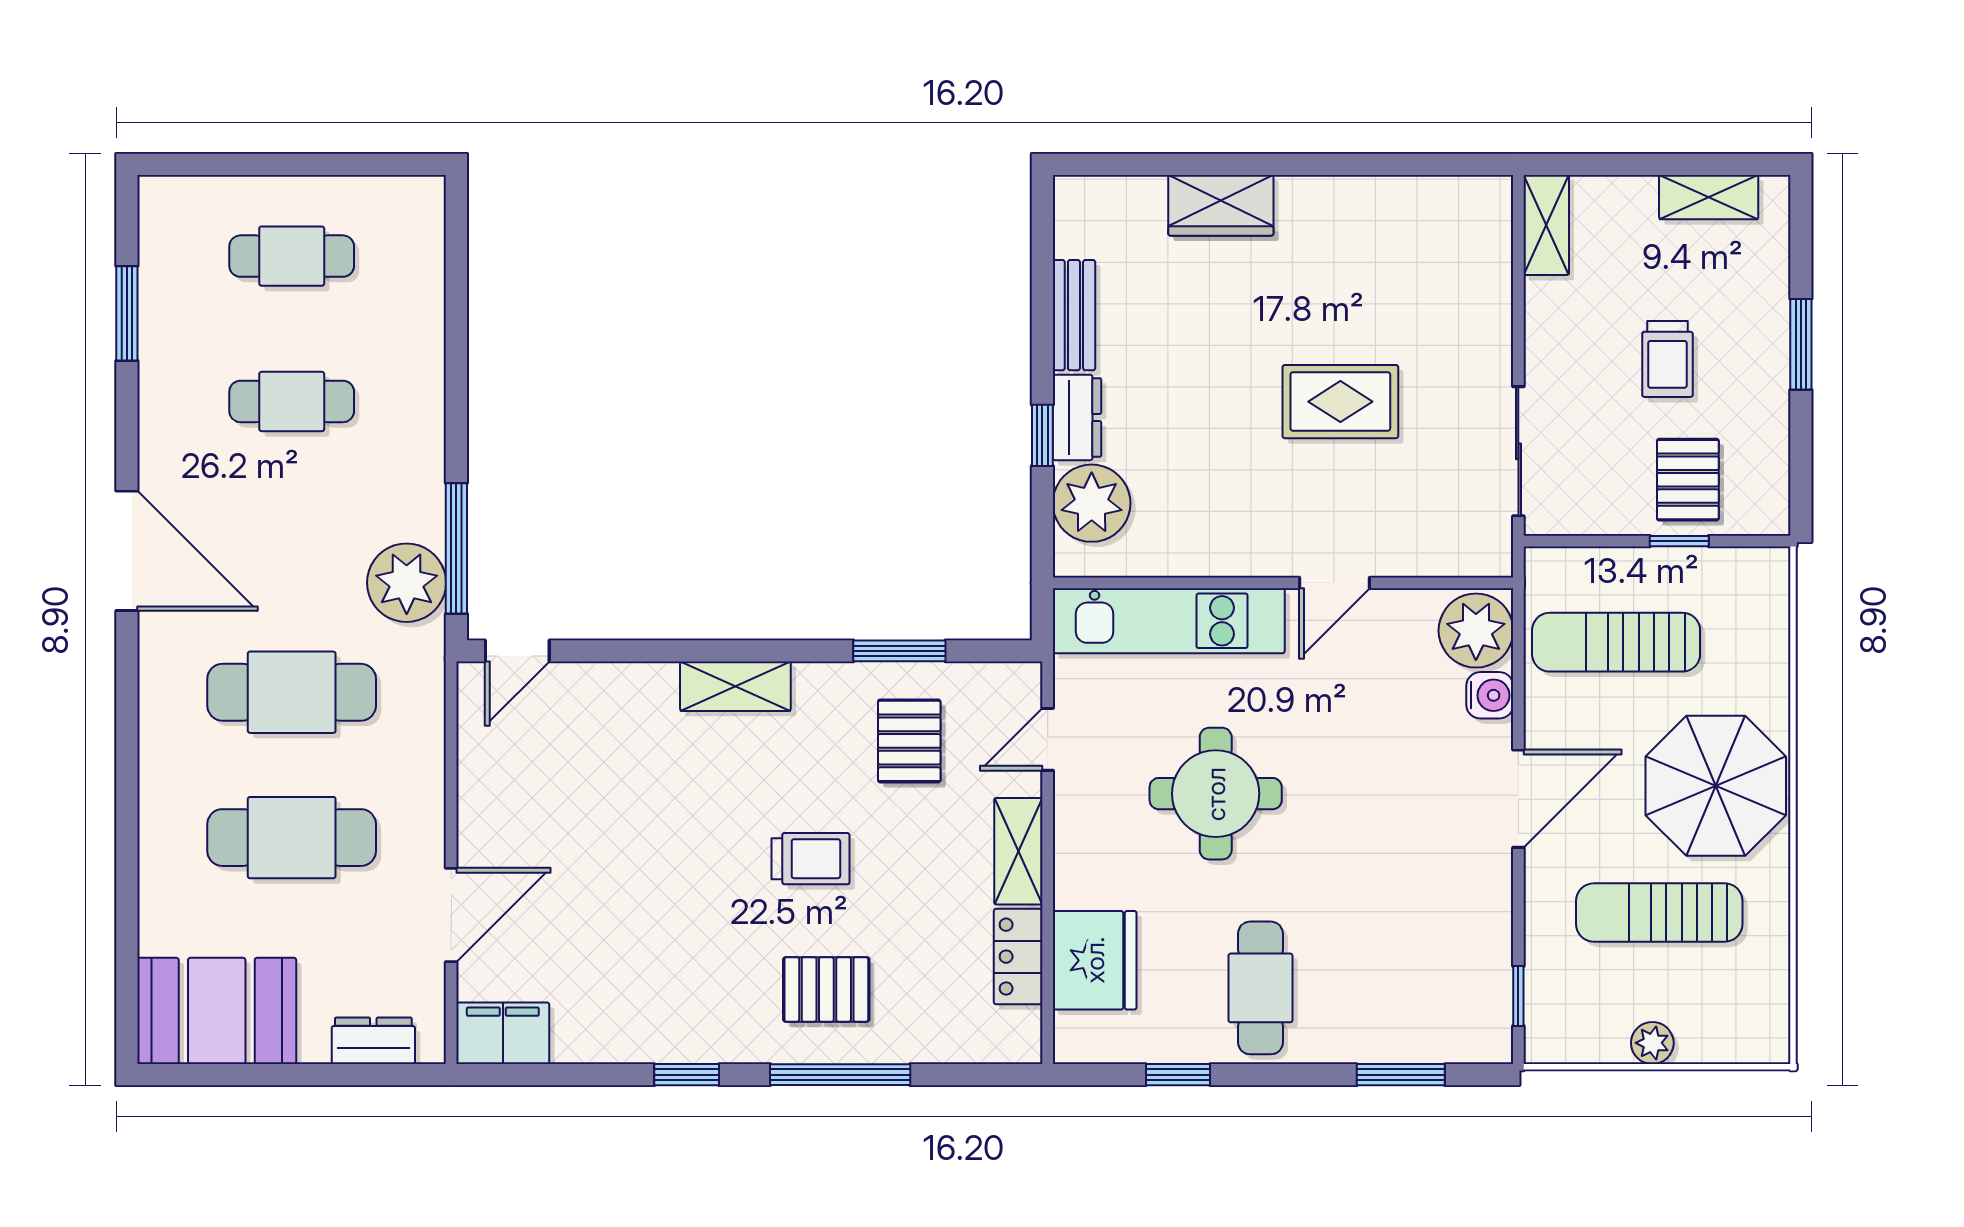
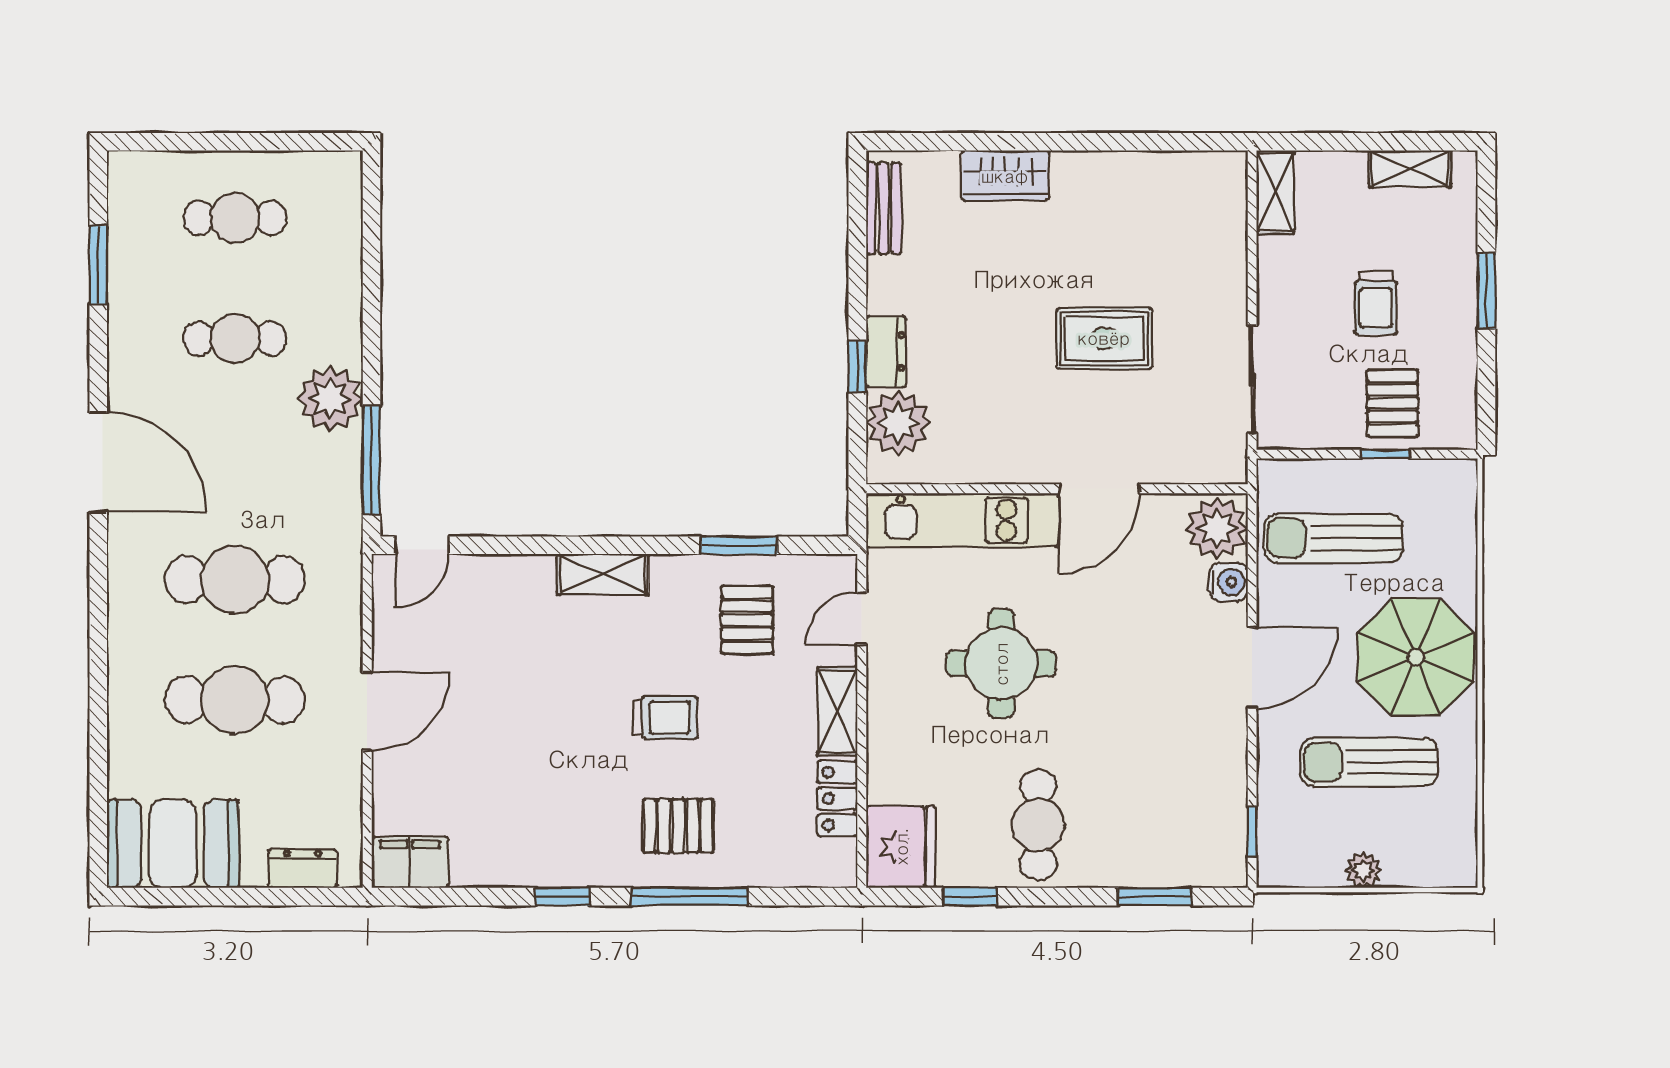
bench: (1074, 315) -> (884, 208), moved
plant: (407, 583) -> (330, 399), moved
door: (1334, 583) -> (1100, 489), width x1.38
door: (451, 915) -> (367, 712), moved
fridge: (1095, 960) -> (901, 847), moved

